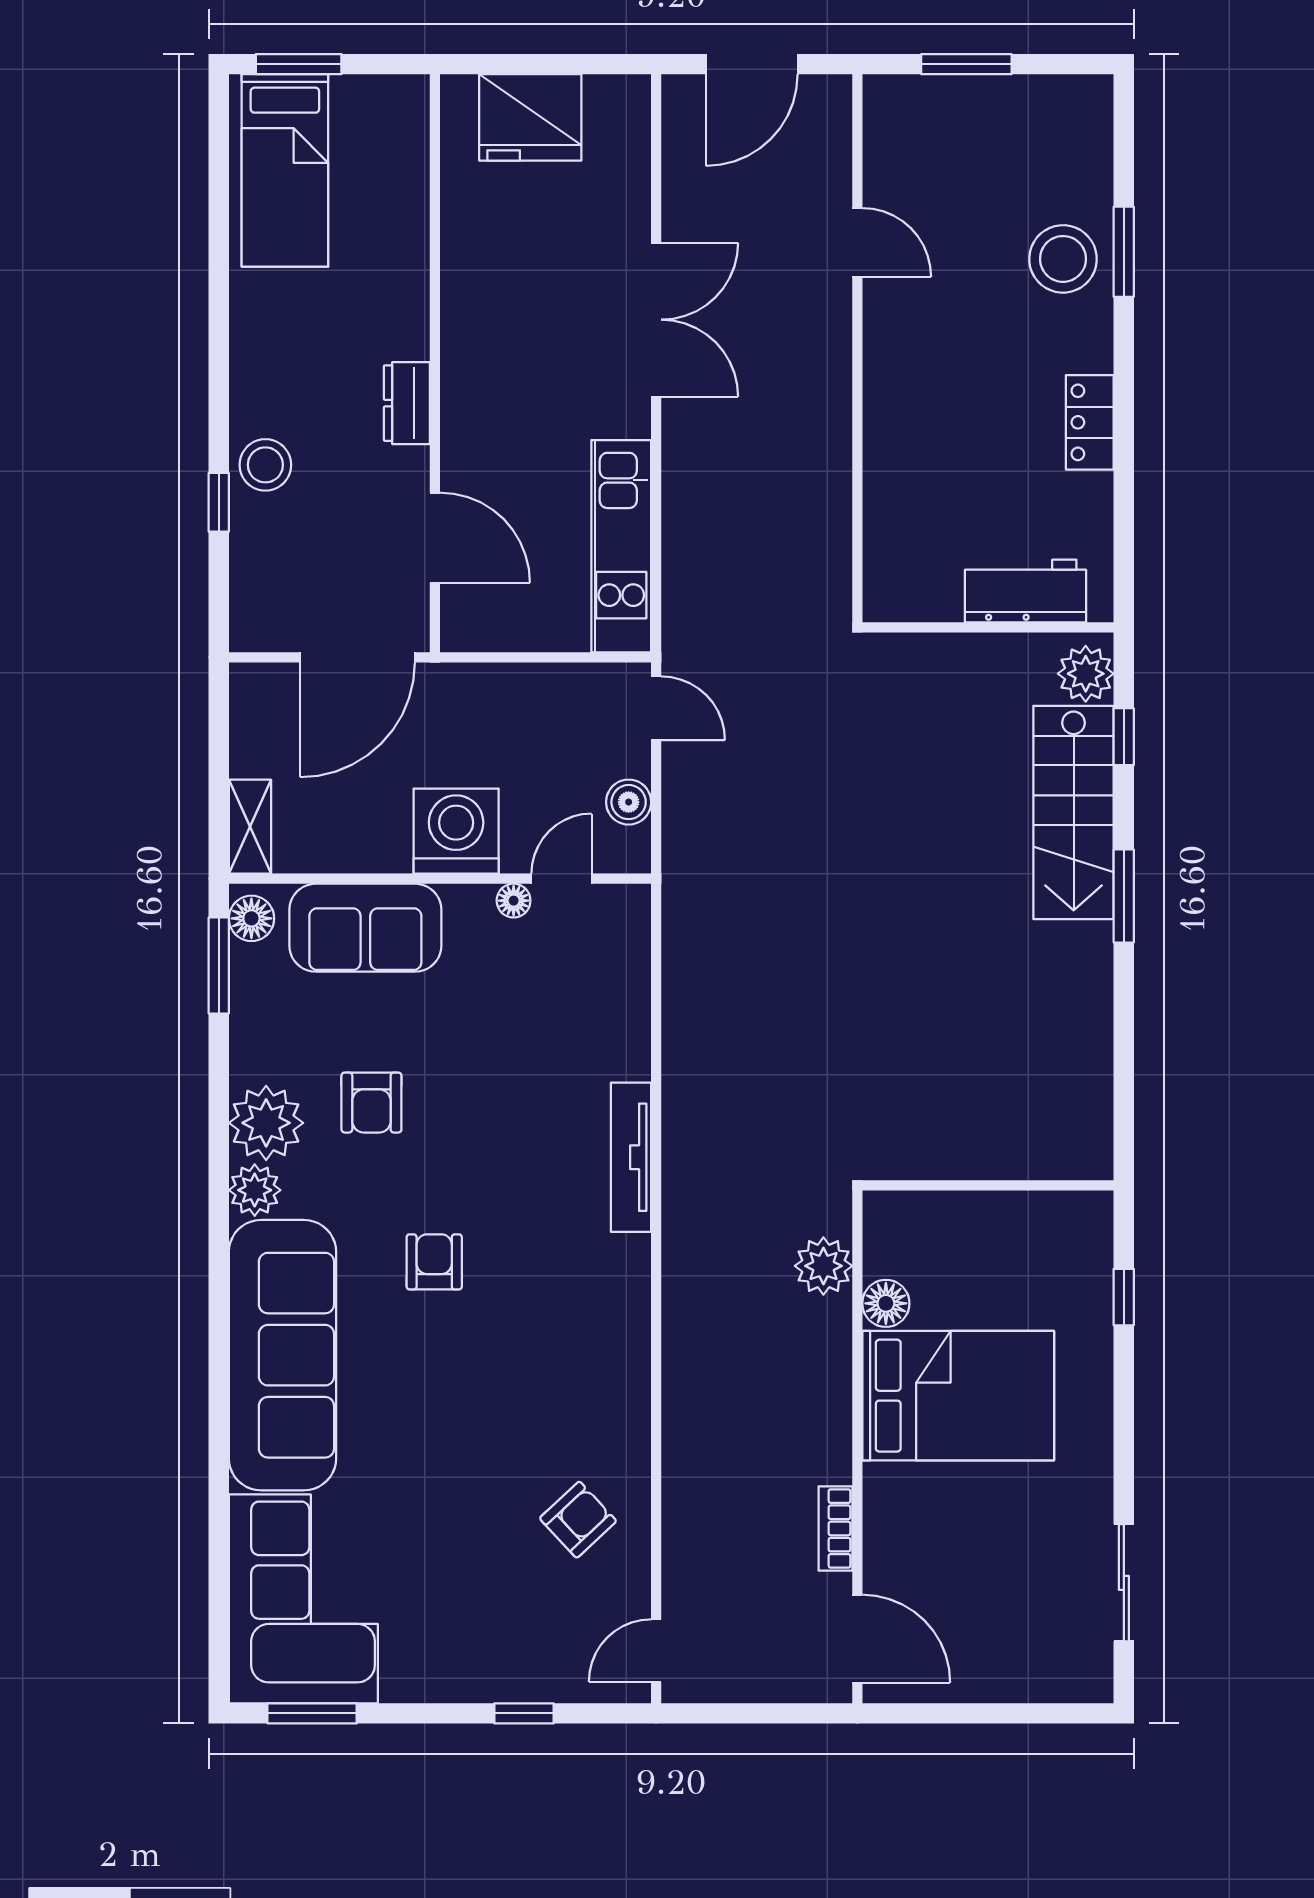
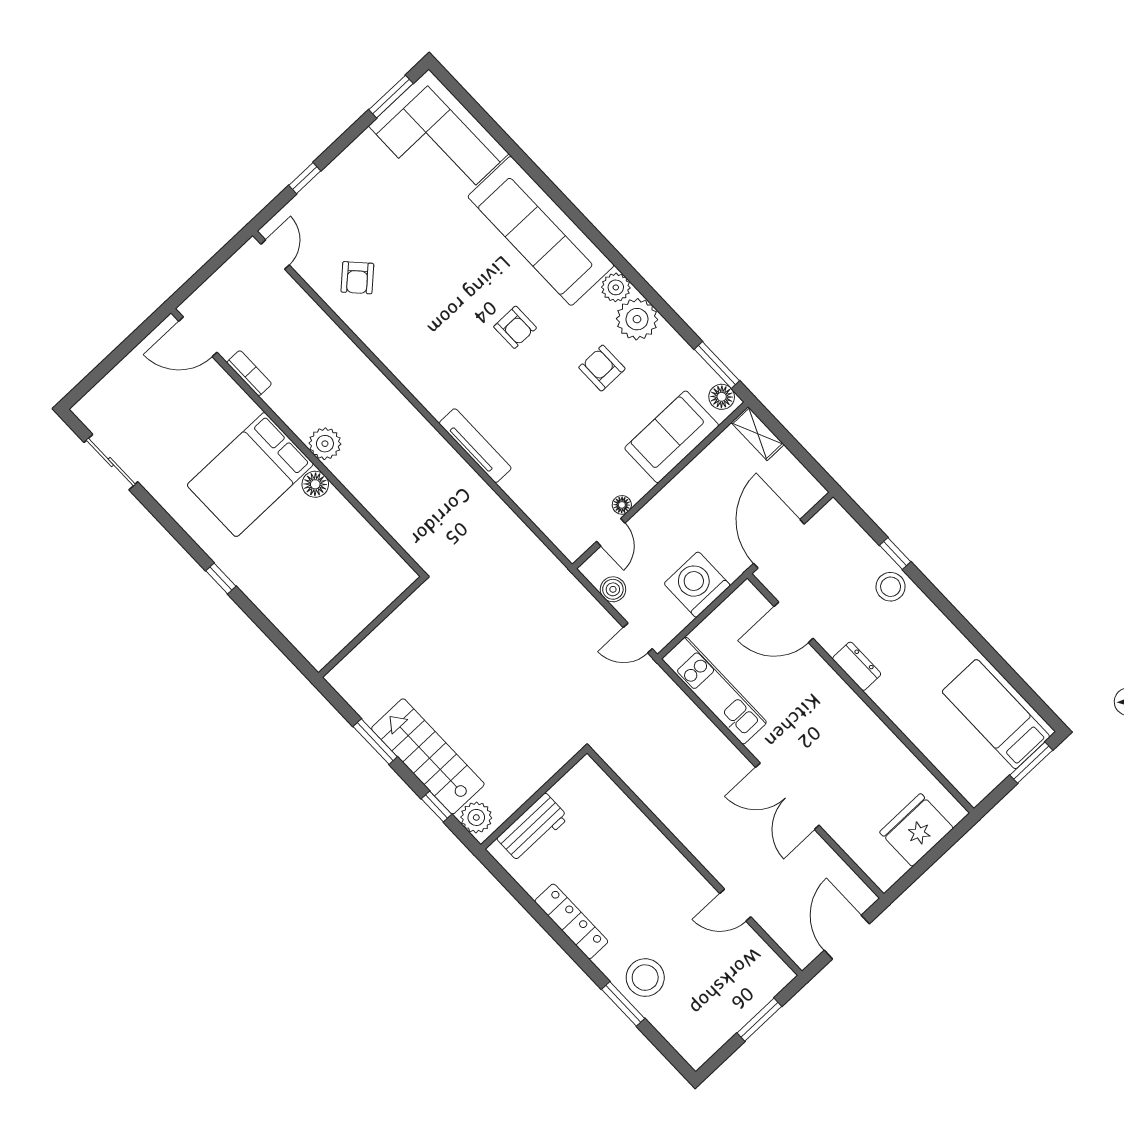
locker: (1090, 422) -> (571, 921), width x1.53
washing machine: (456, 831) -> (697, 584), moved, turned 180
wall: (988, 1185) -> (371, 627), moved
plant: (823, 1266) -> (325, 444), moved

